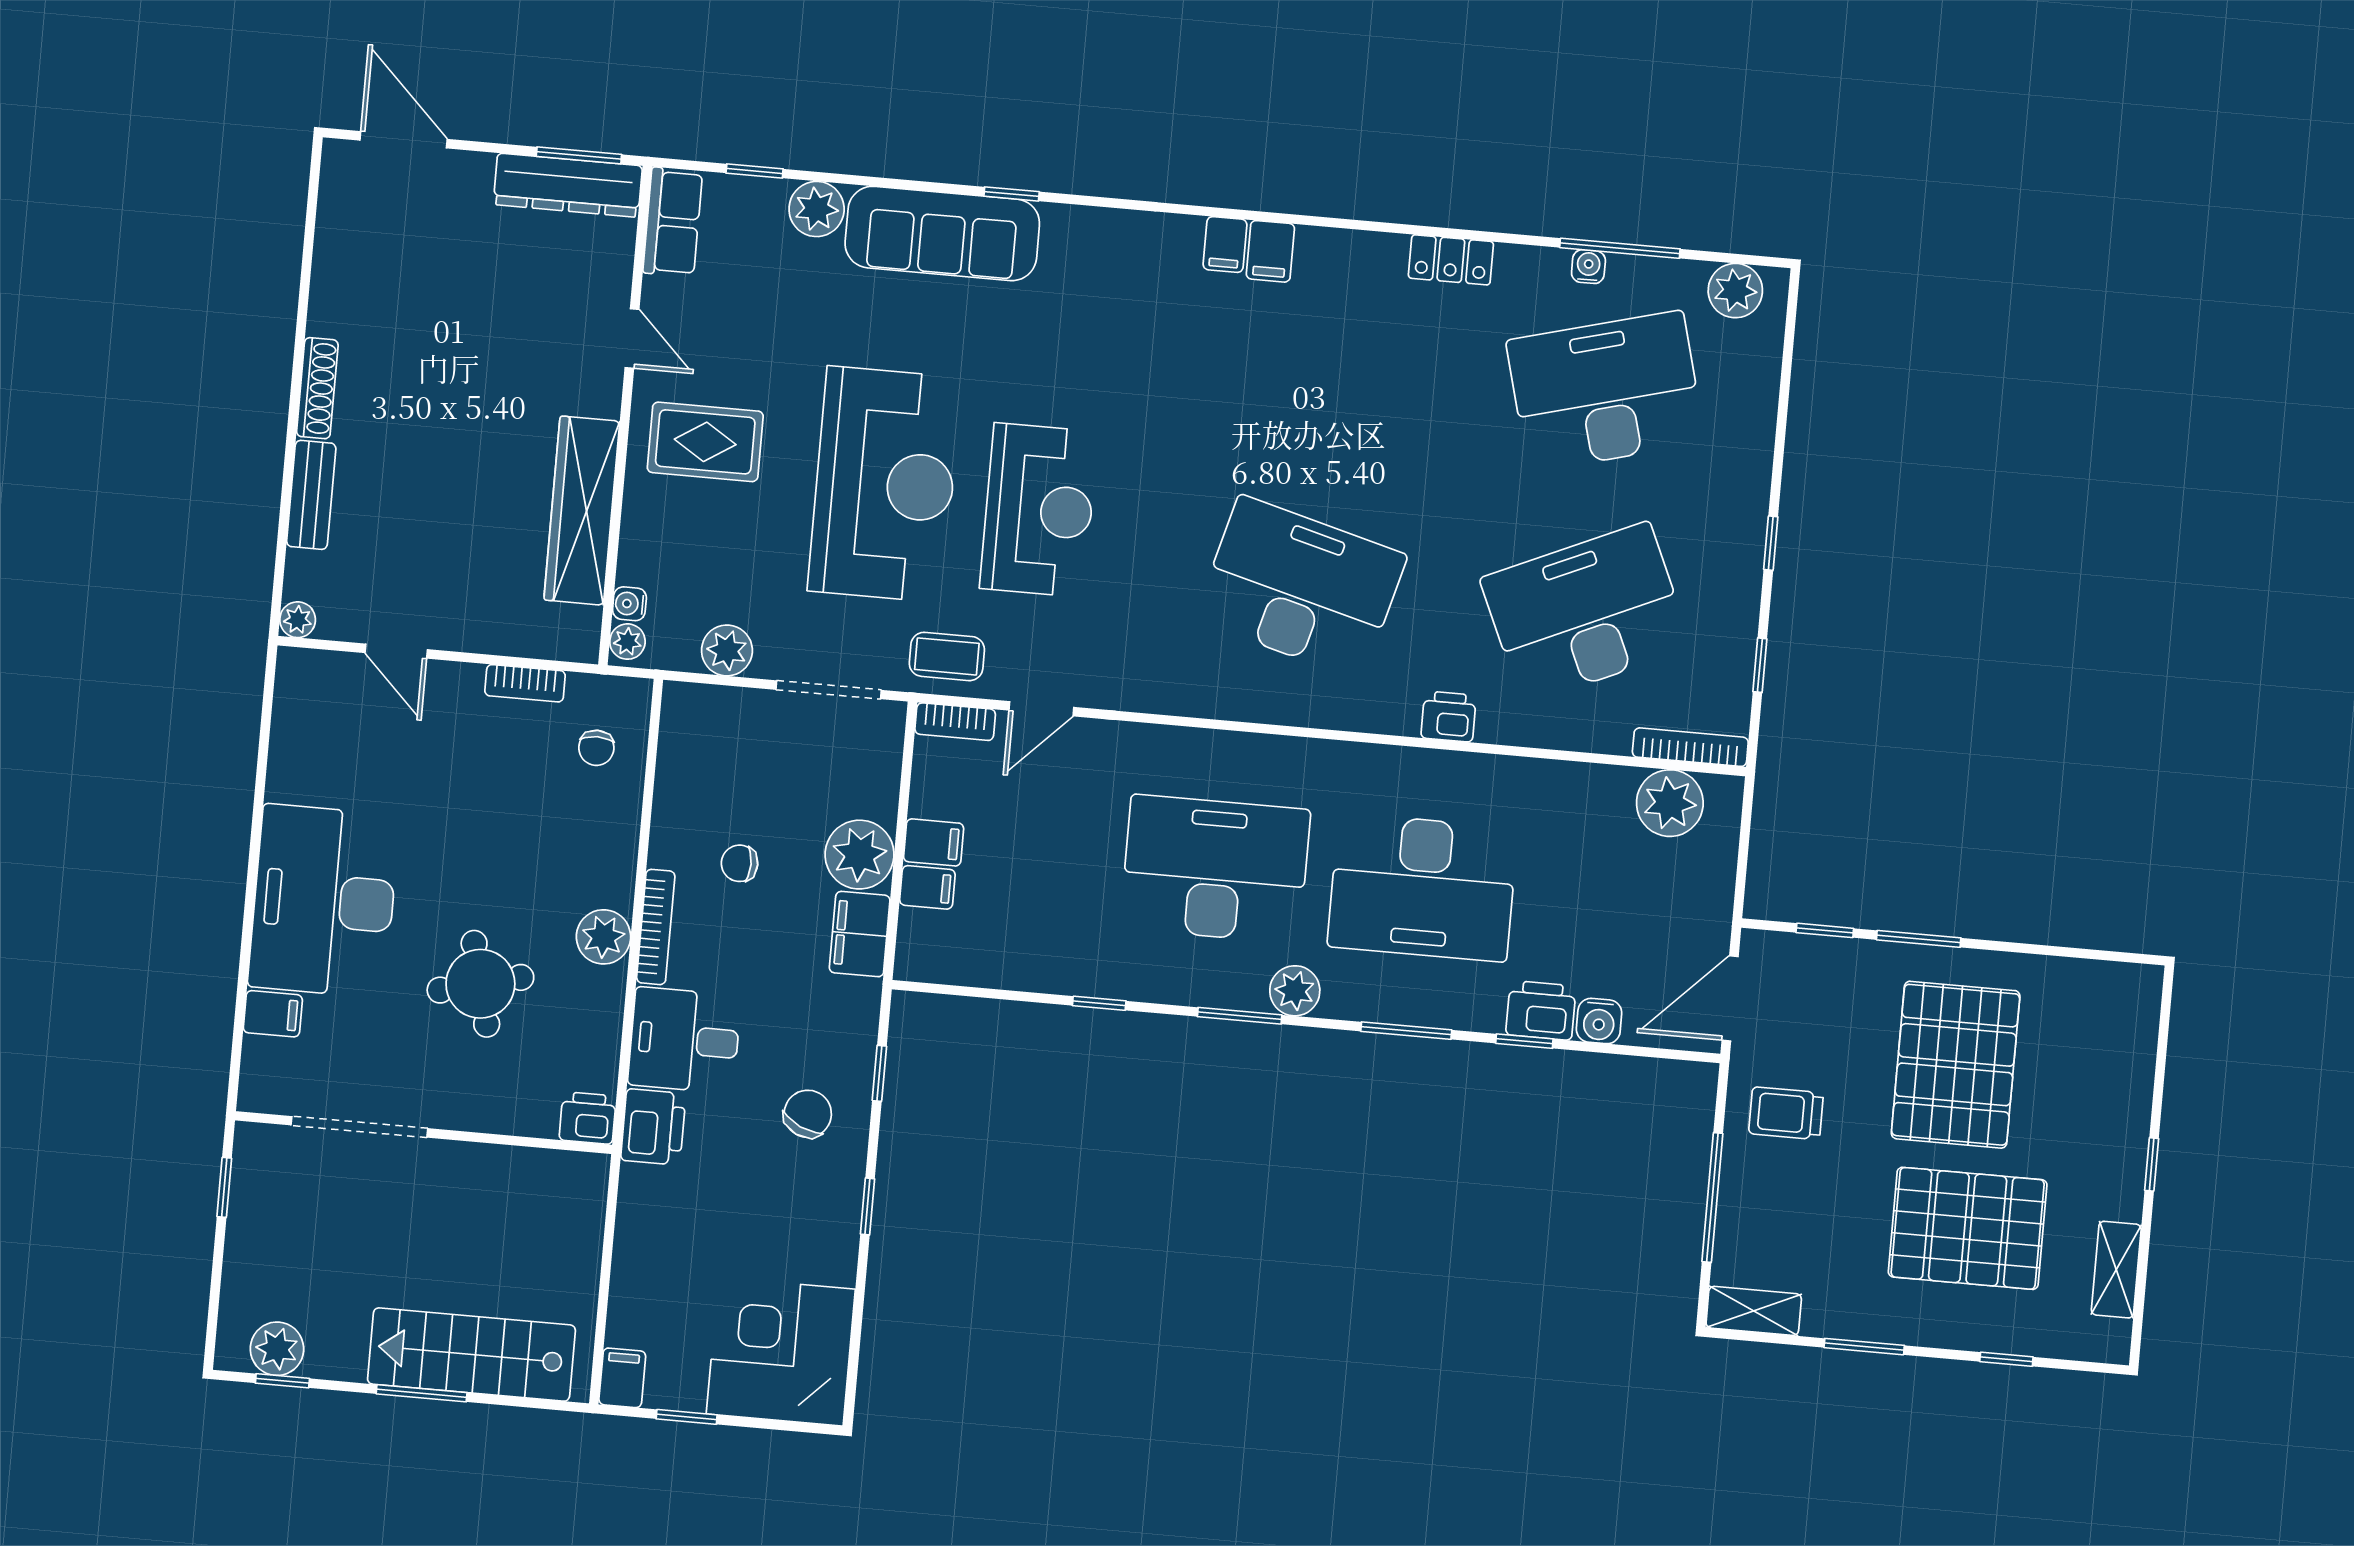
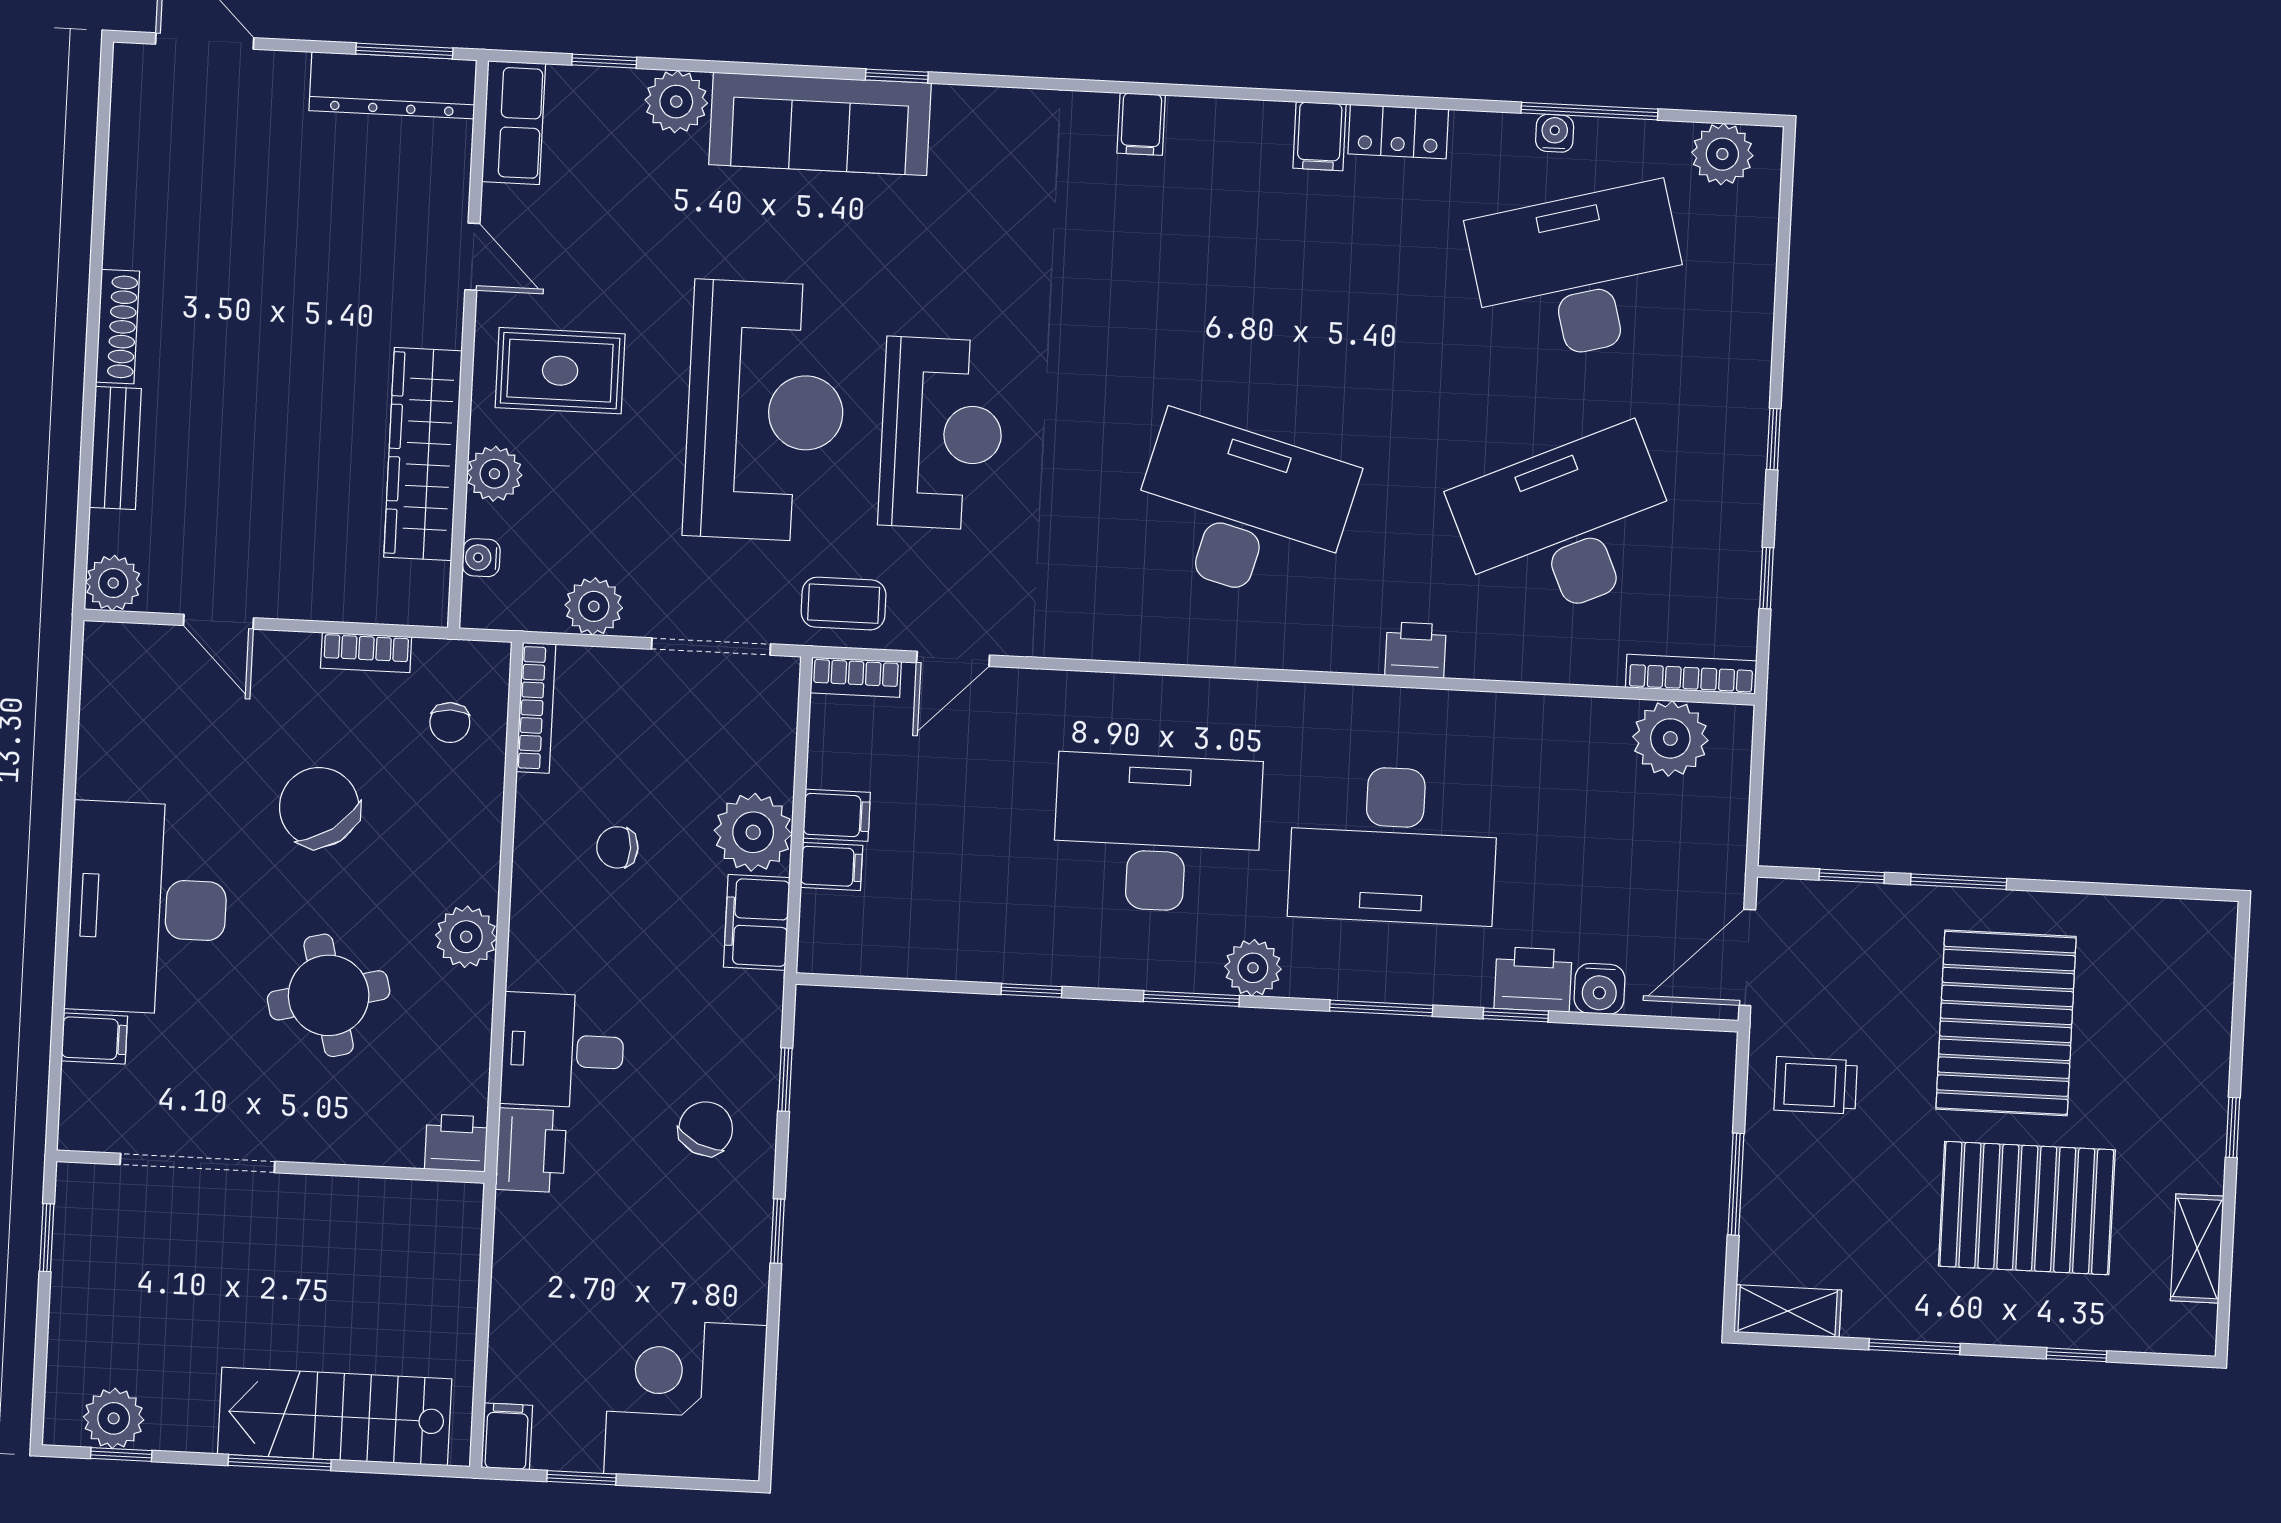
filing cabinet: (1270, 251) -> (1319, 136), moved
plant: (298, 620) -> (113, 583), width x1.38, depth x1.38
plant: (627, 642) -> (494, 474), moved, width x1.38, depth x1.38
chair: (479, 818) -> (319, 807), added
bookcase: (656, 927) -> (536, 708), moved
window: (1712, 1197) -> (1736, 1184), width x0.69

